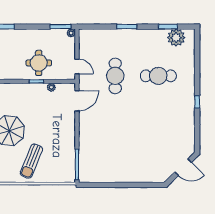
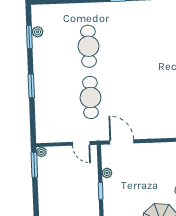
plant: (176, 38) -> (37, 32), width x0.53, depth x0.53
round table: (39, 63) -> (79, 189), removed
door: (77, 67) -> (81, 143), swing flipped
cafe table: (115, 76) -> (90, 97), turned 90

